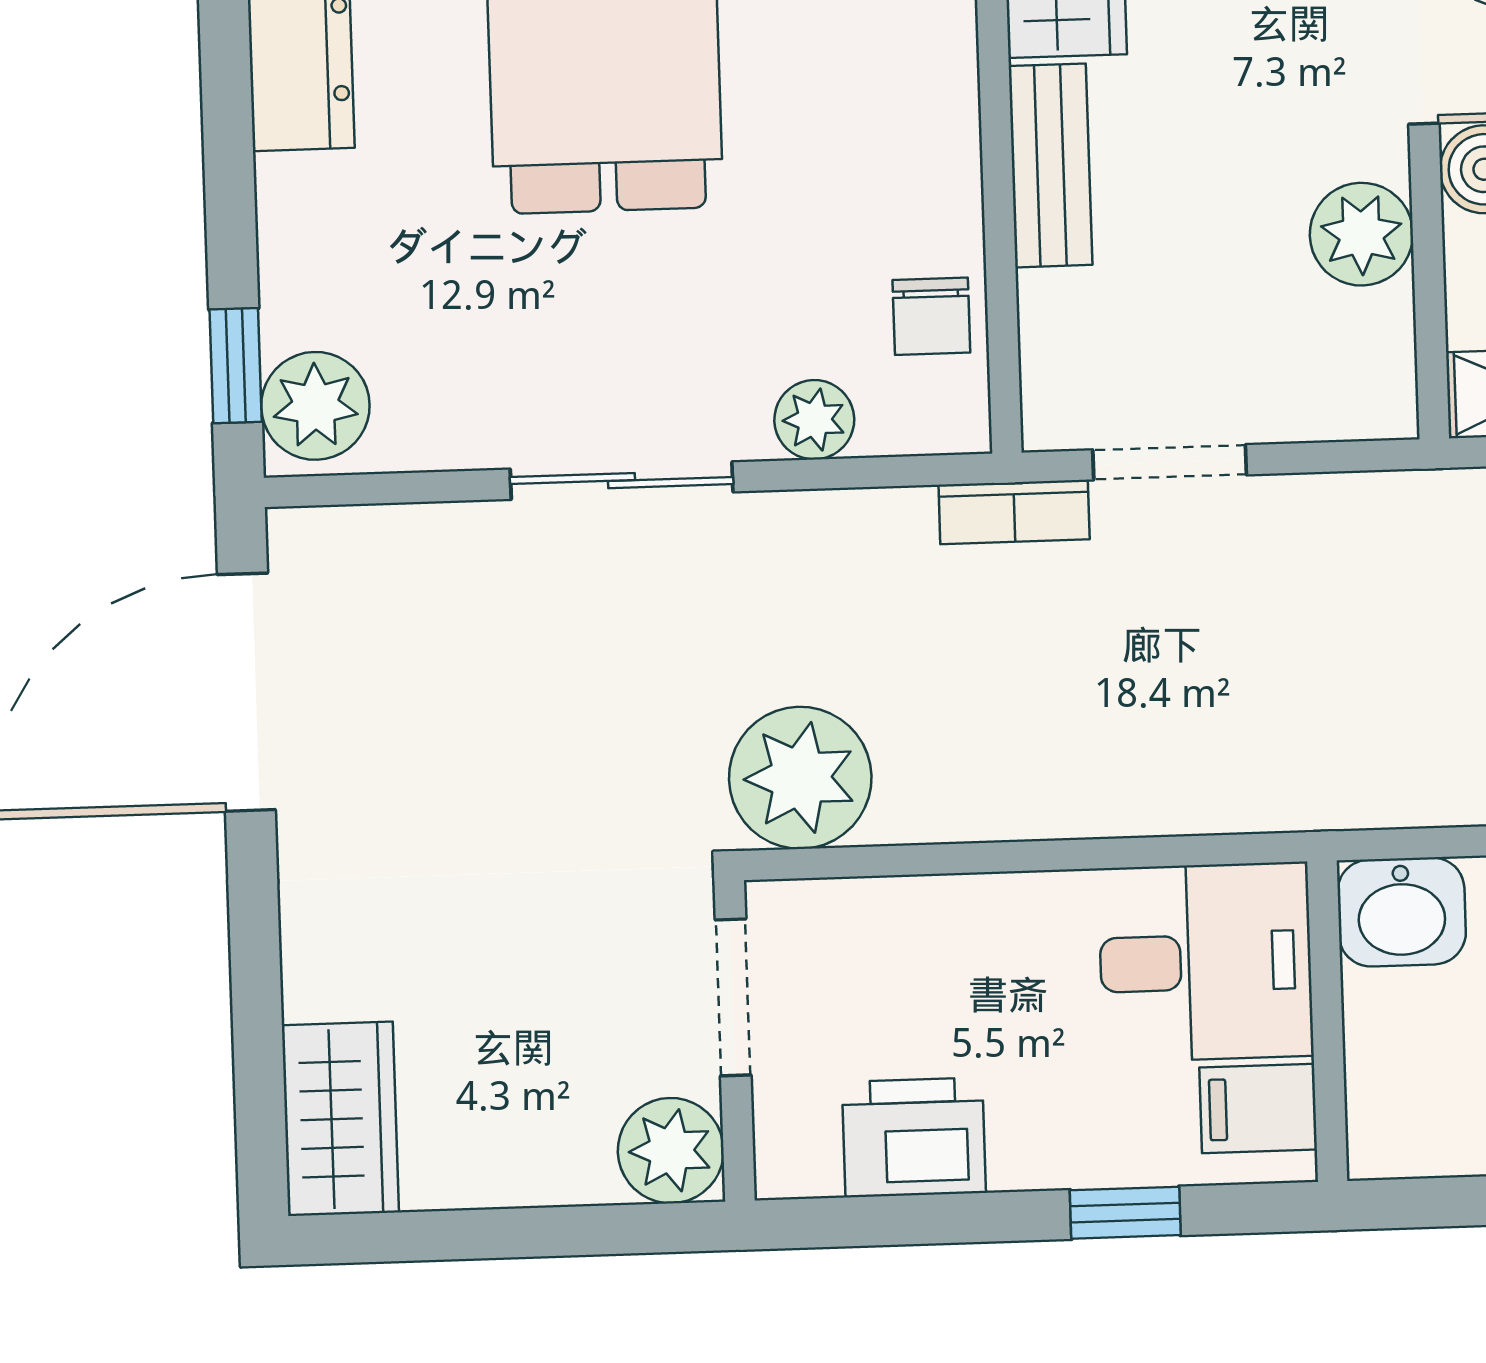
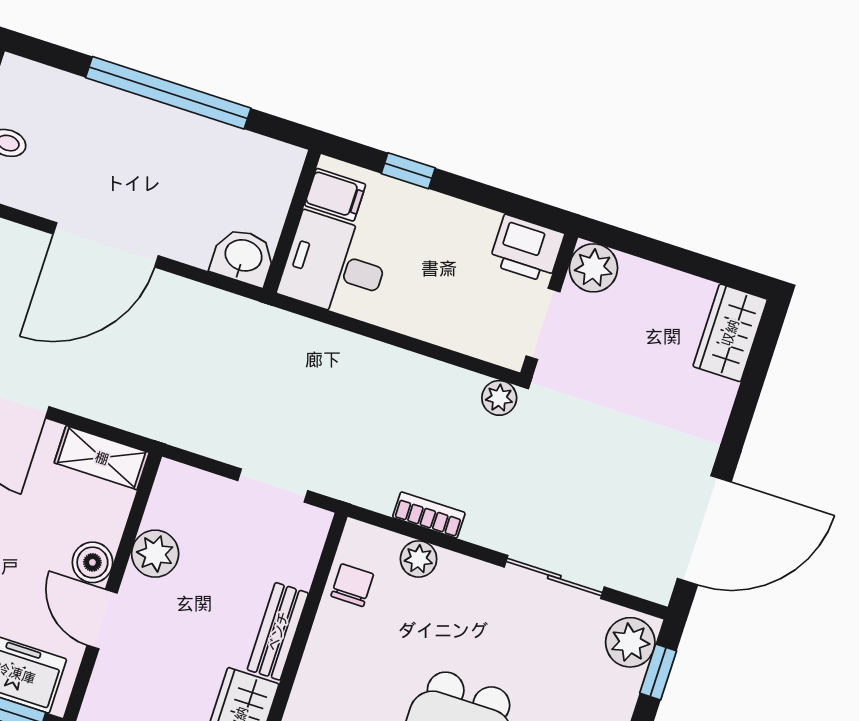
sliding door: (622, 481) -> (554, 577), moved
bookcase: (1014, 512) -> (429, 515), moved
plant: (800, 778) -> (499, 398), width x0.53, depth x0.53
printer: (914, 1137) -> (527, 249), moved

